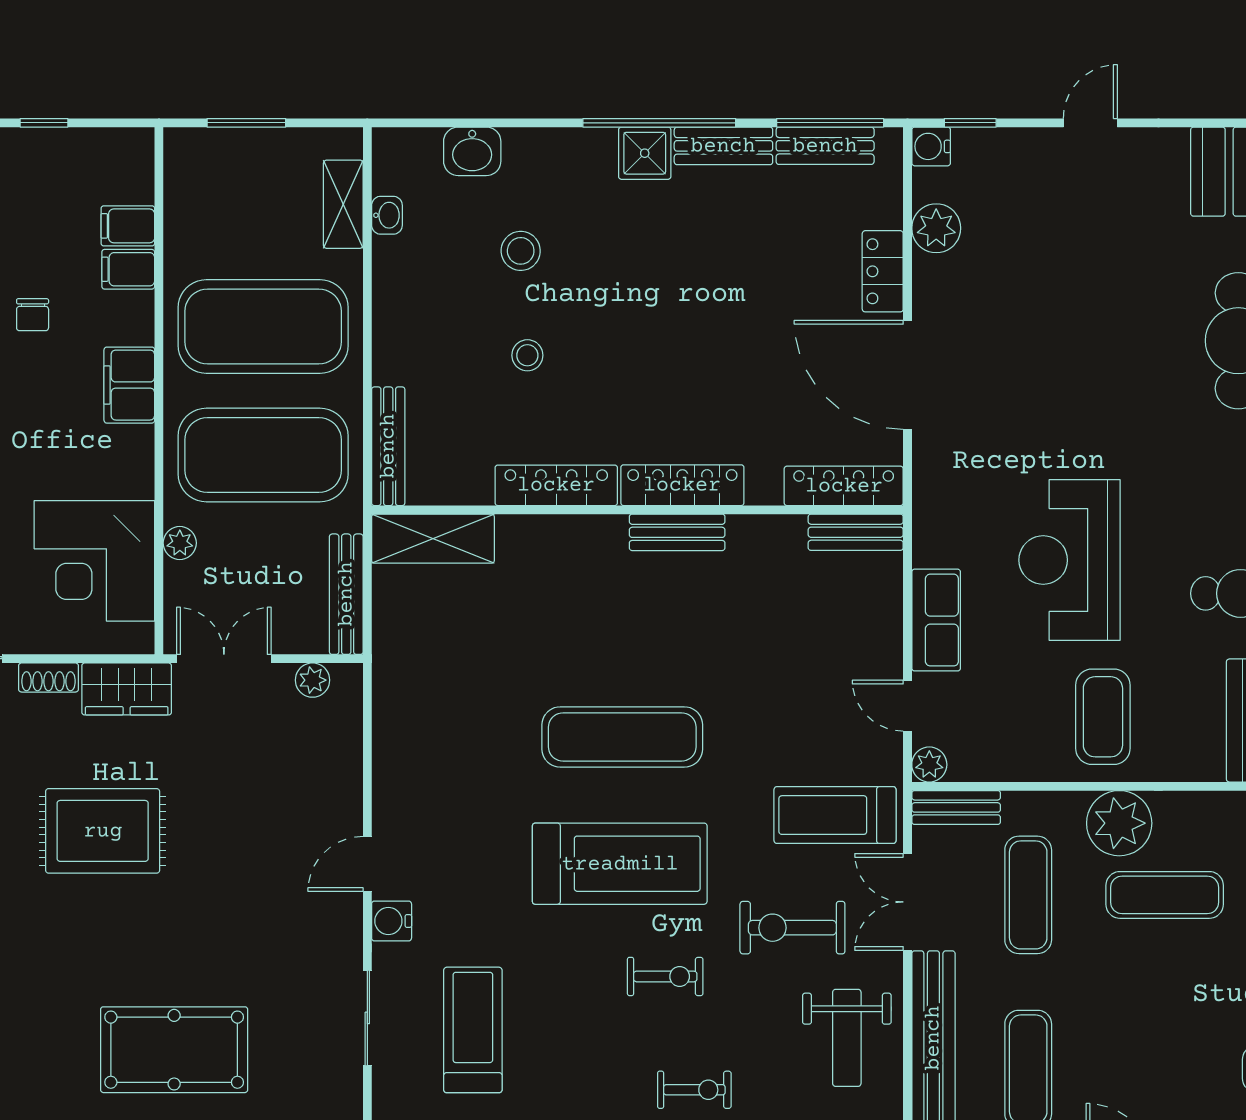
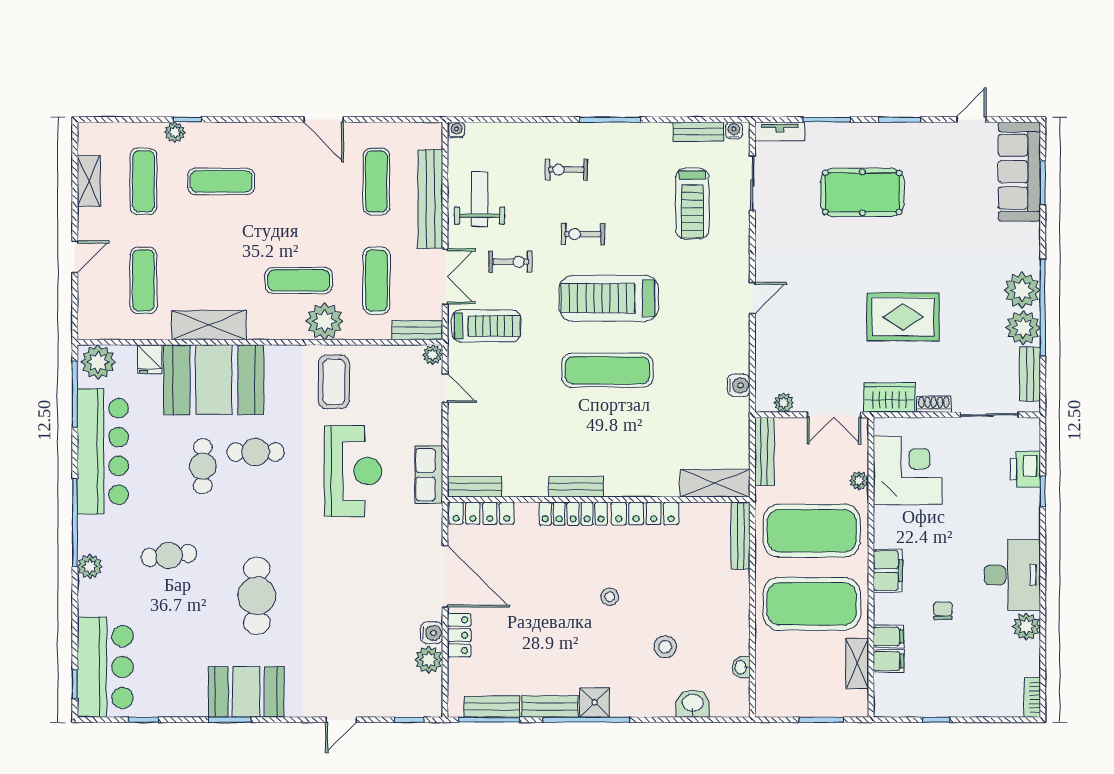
water cooler: (931, 146) -> (432, 633), moved
shelving: (343, 204) -> (857, 663), moved
stool: (527, 355) -> (610, 597), moved
row of seats: (936, 620) -> (429, 475), moved
water cooler: (392, 921) -> (739, 385), moved
exercise bike: (792, 928) -> (511, 262), width x0.73, depth x0.72
sliding door: (367, 1018) -> (752, 183), moved

